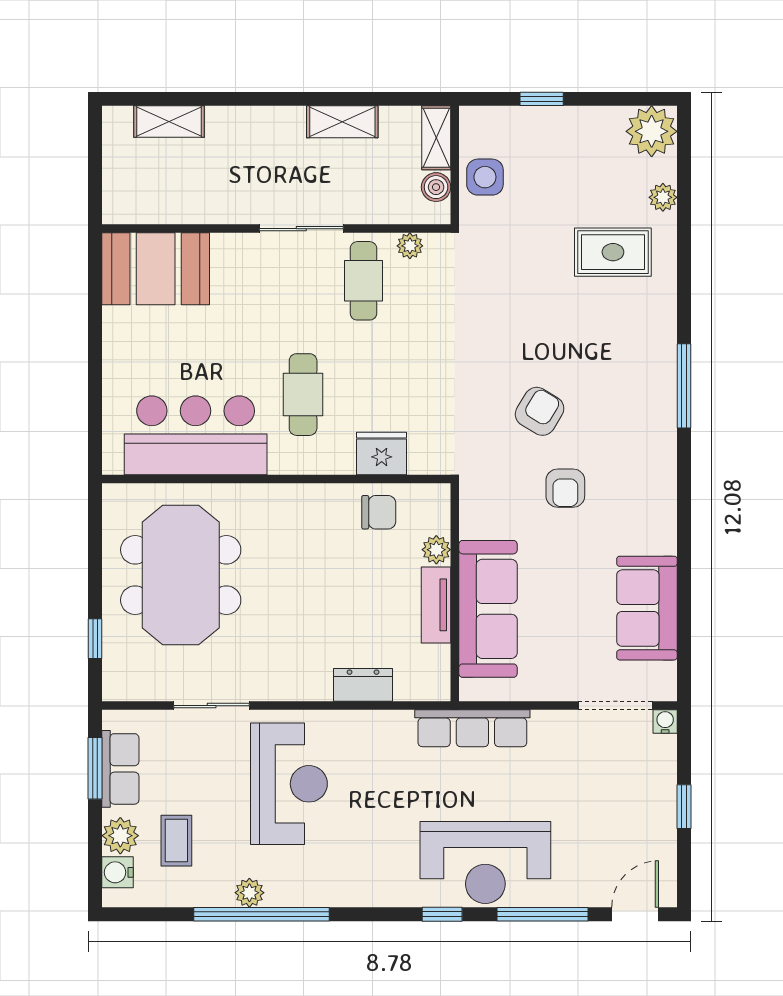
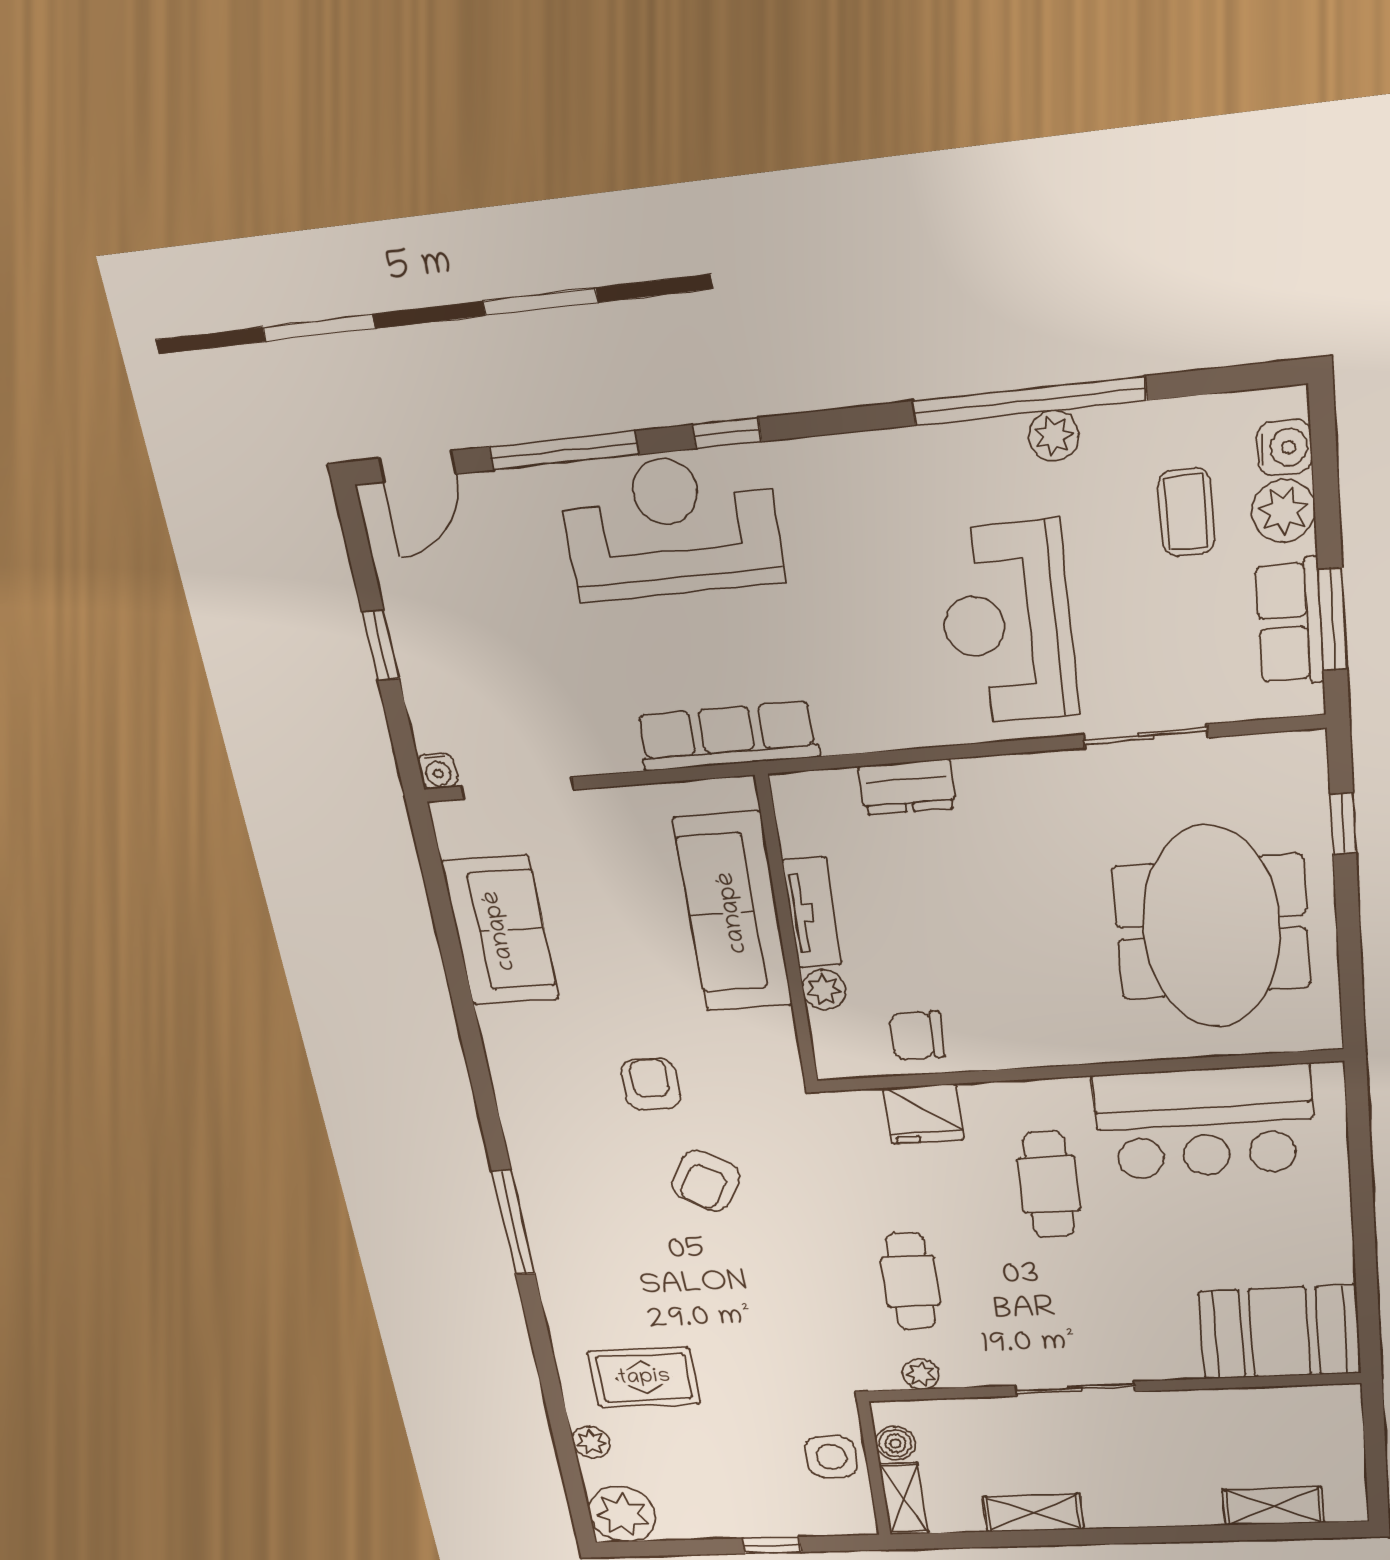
cafe table: (363, 281) -> (911, 1281), moved

